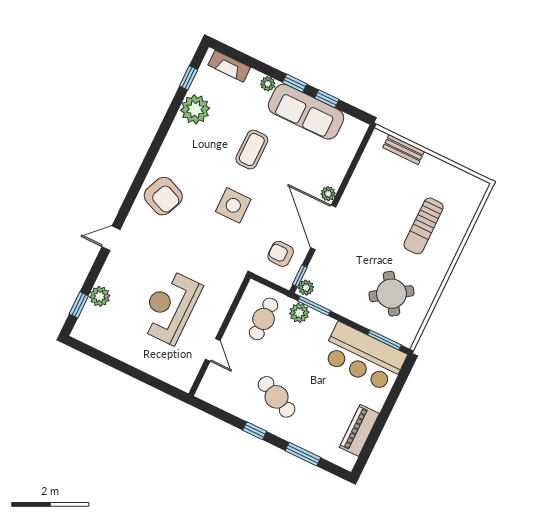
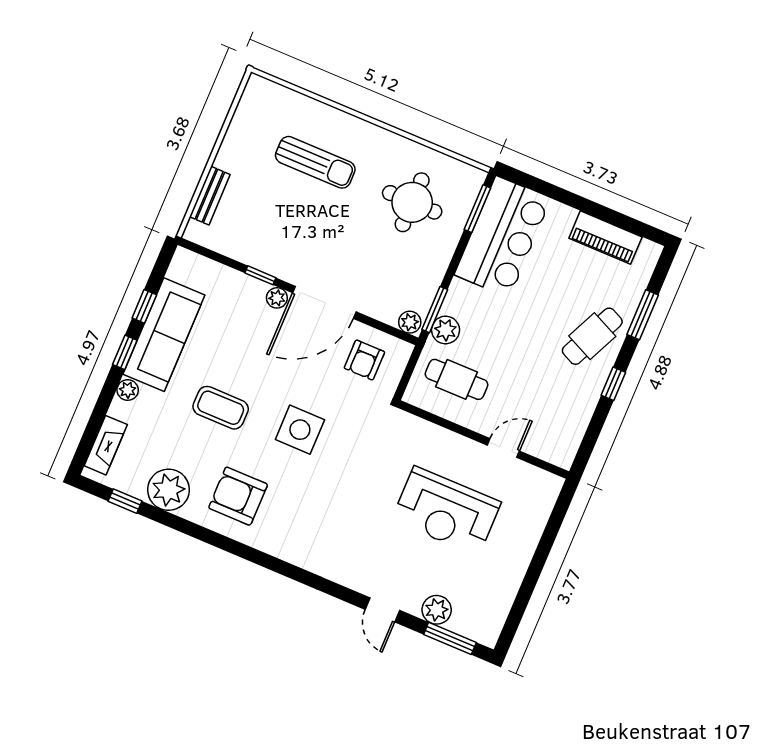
armchair: (163, 196) -> (238, 496), moved, turned -113
door: (111, 238) -> (382, 610), moved
window: (300, 276) -> (260, 275), moved
round table: (392, 294) -> (412, 202), turned 34
window: (79, 305) -> (450, 638), width x1.50
cafe table: (277, 397) -> (592, 336), moved

